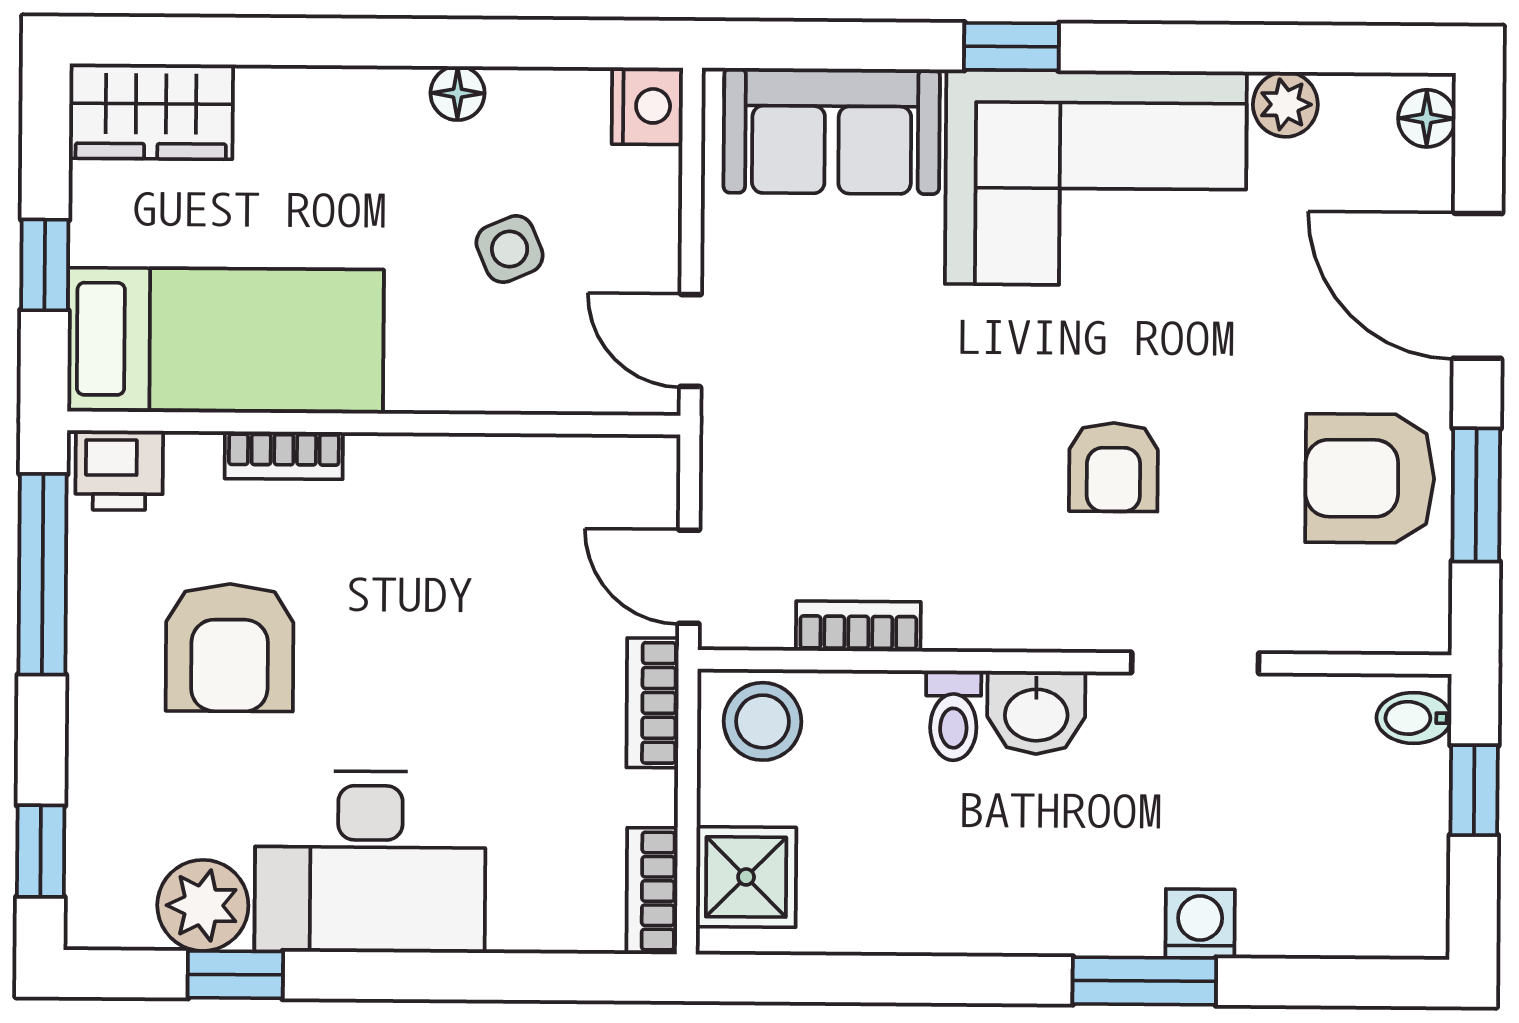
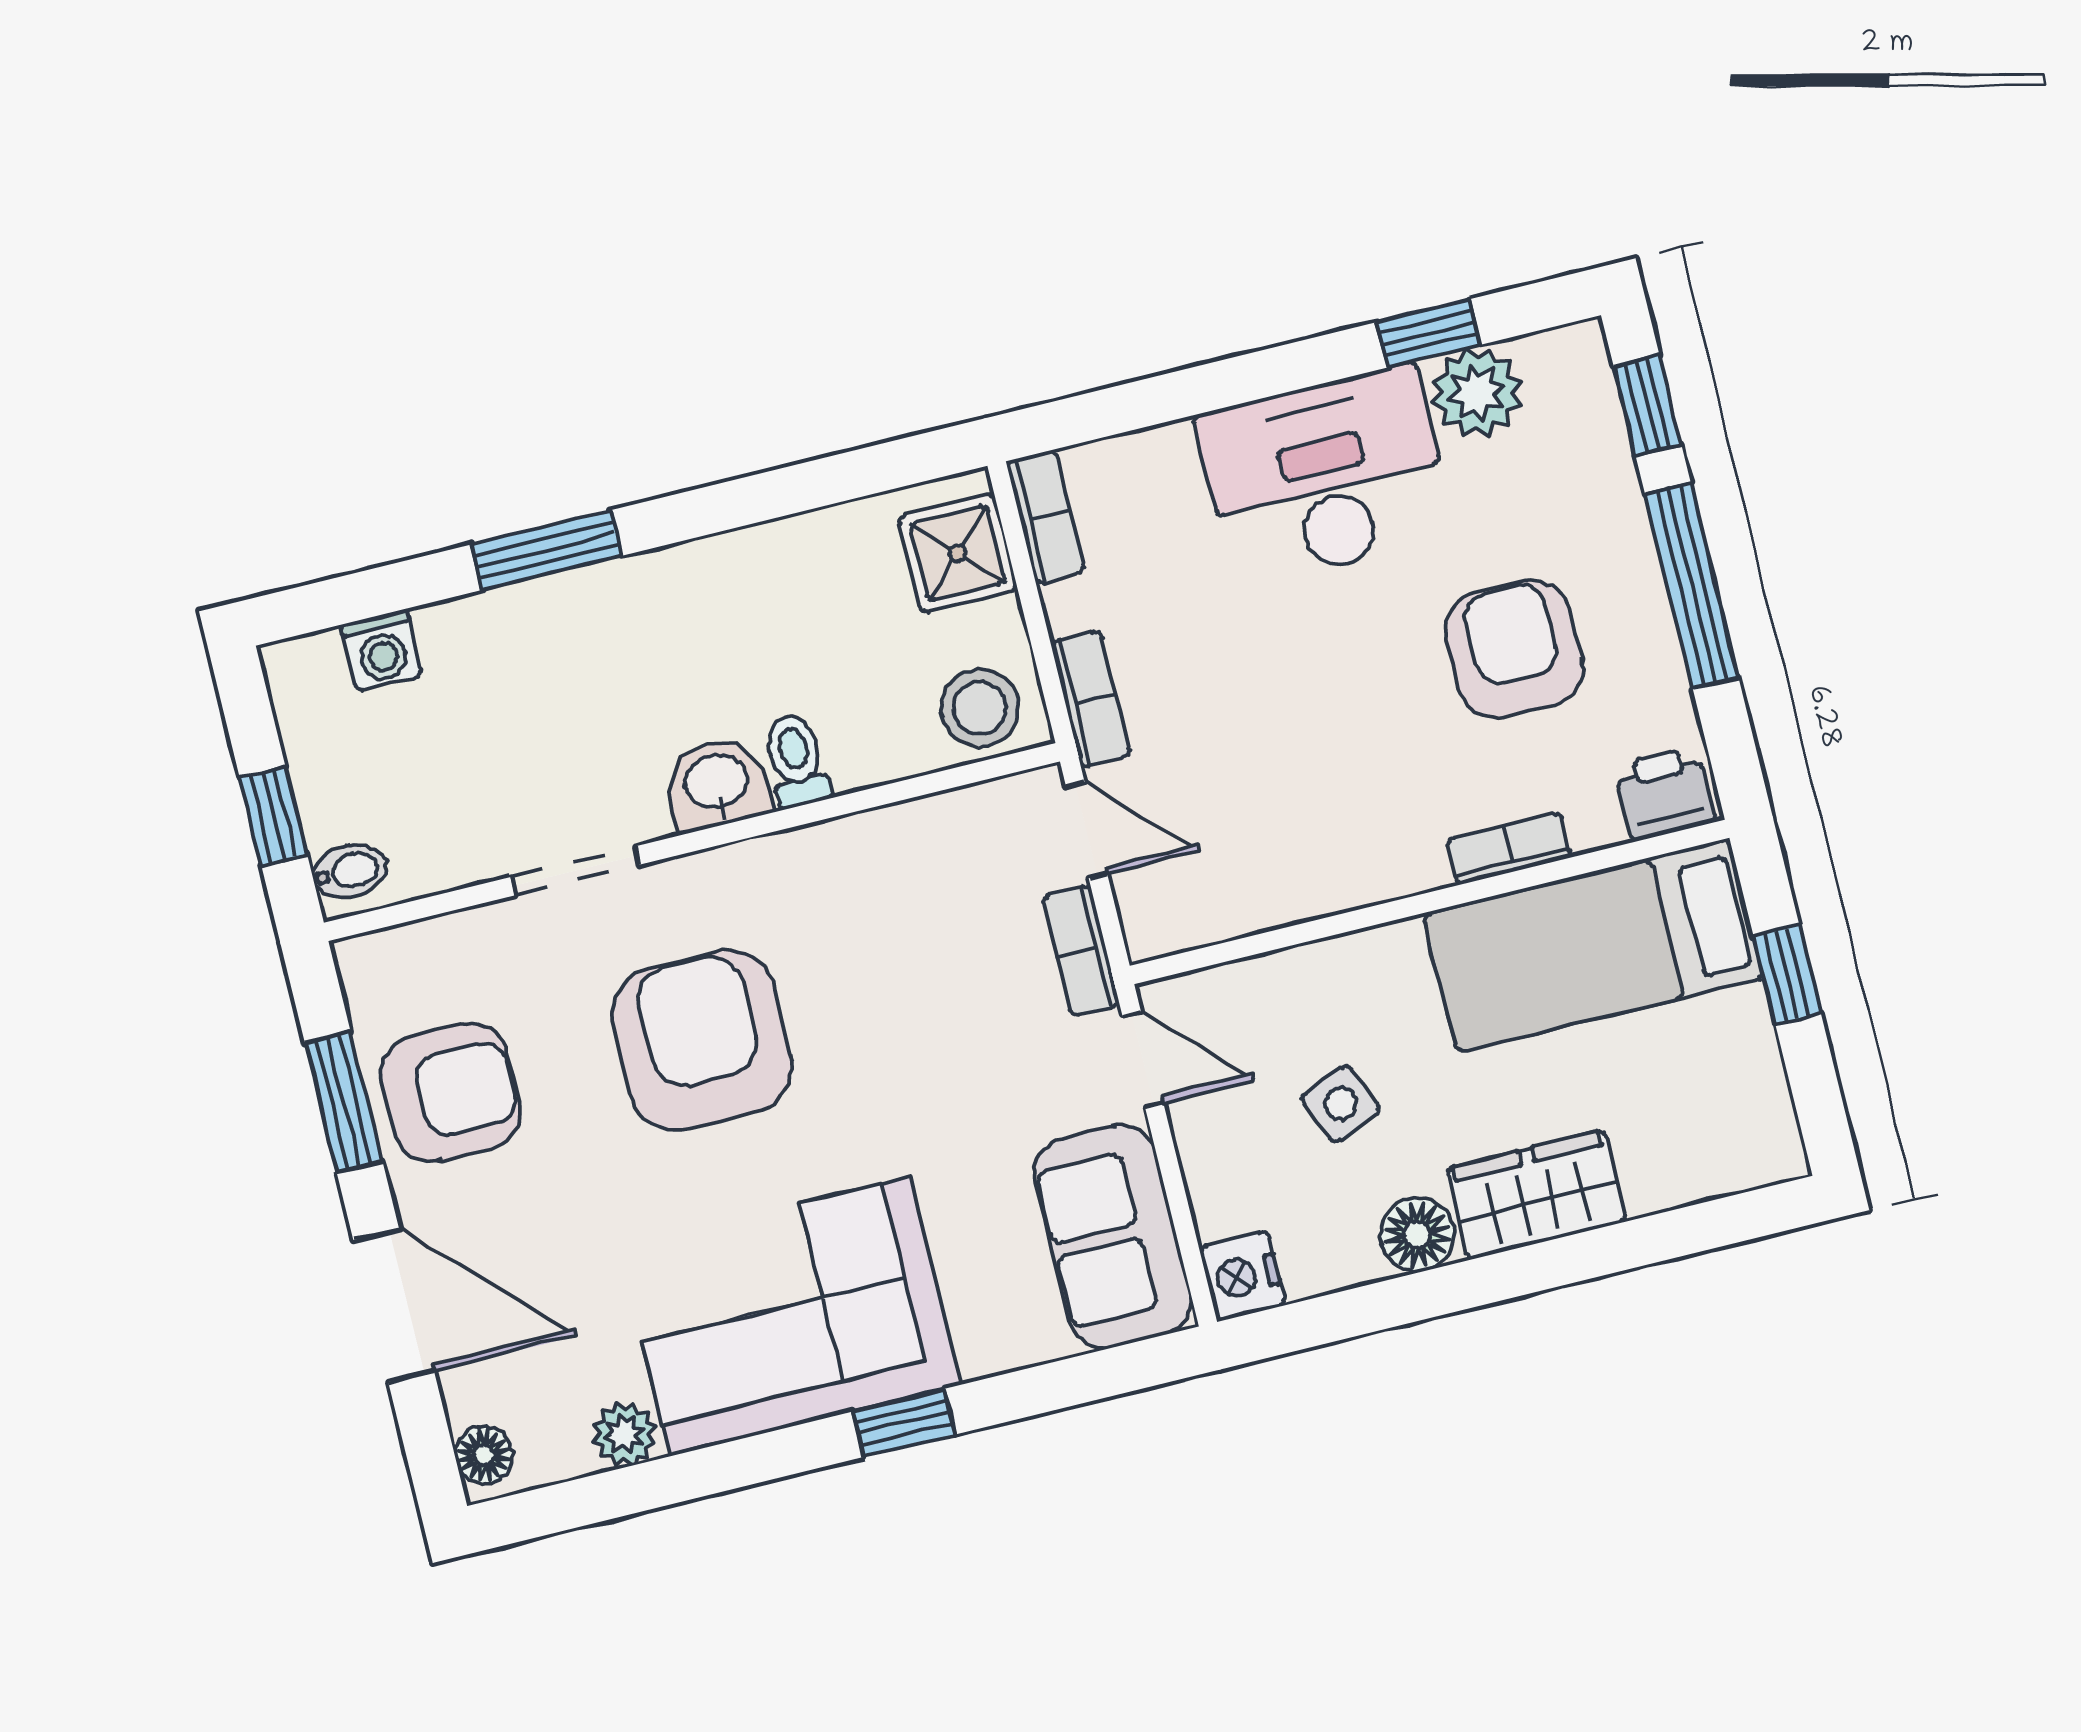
floor lamp: (458, 93) -> (1417, 1235), width x1.37, depth x1.37
wardrobe: (151, 111) -> (1536, 1195), moved
sofa: (832, 131) -> (1113, 1237), moved, turned -90
armchair: (1113, 467) -> (702, 1040), width x1.88, depth x1.88
window: (43, 574) -> (1692, 586), moved
bookcase: (858, 626) -> (1081, 951), moved, turned 90
washing machine: (1200, 924) -> (382, 650), moved

